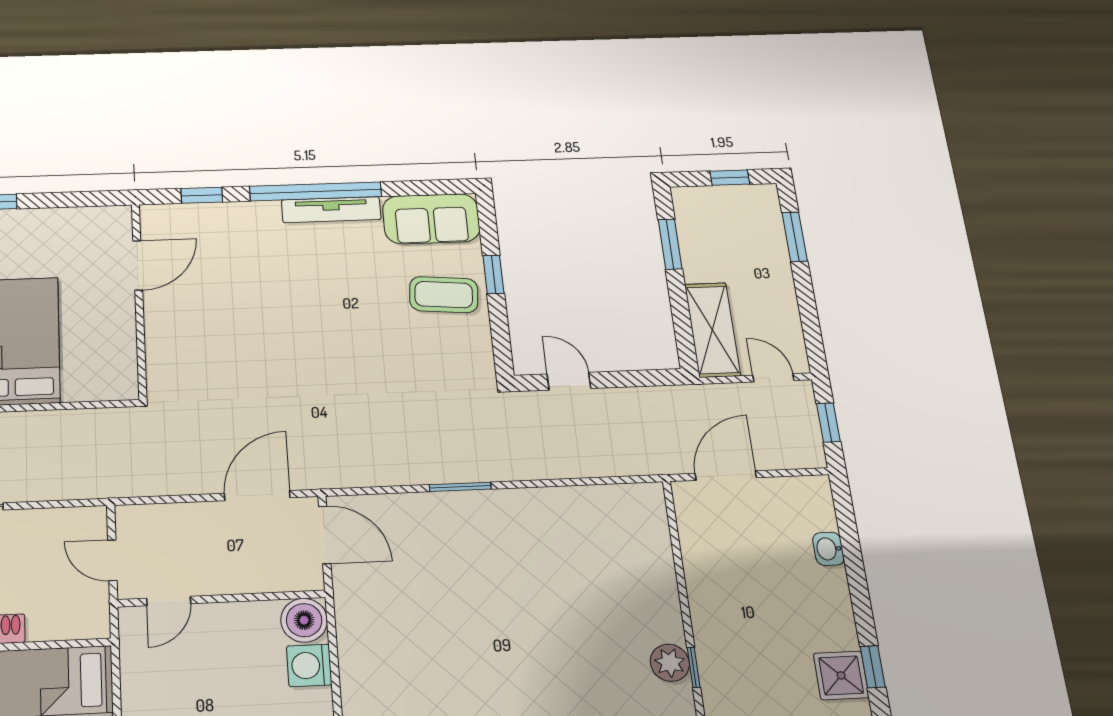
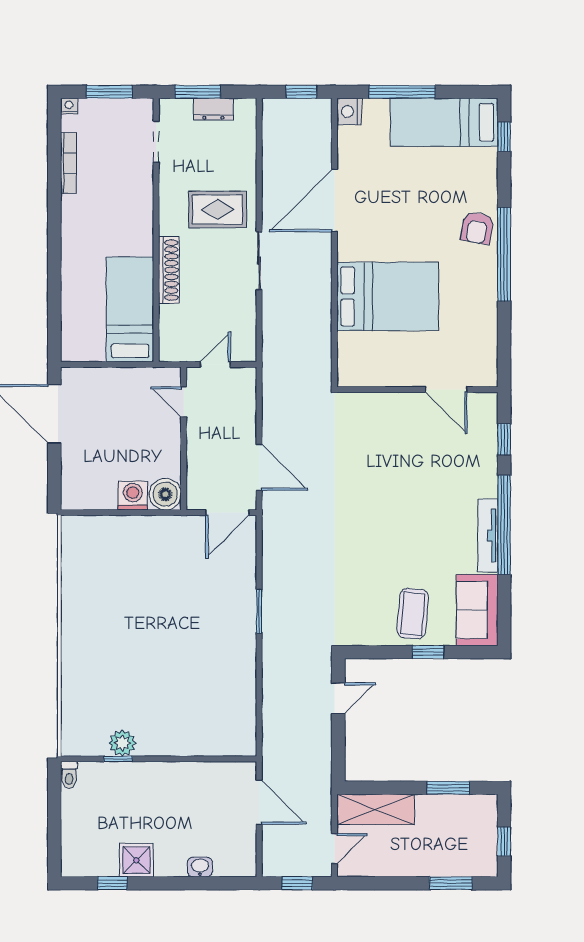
shower: (841, 675) -> (136, 860), moved

